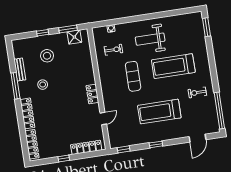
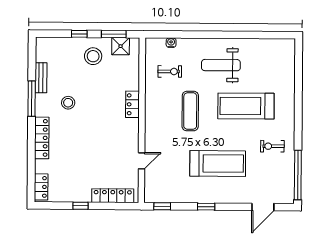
window: (207, 27) -> (299, 61), removed
stool: (47, 56) -> (93, 56), moved
locker: (92, 94) -> (133, 104), moved
treadmill: (159, 112) -> (218, 164), turned 180
locker: (32, 144) -> (41, 187), width x0.66

